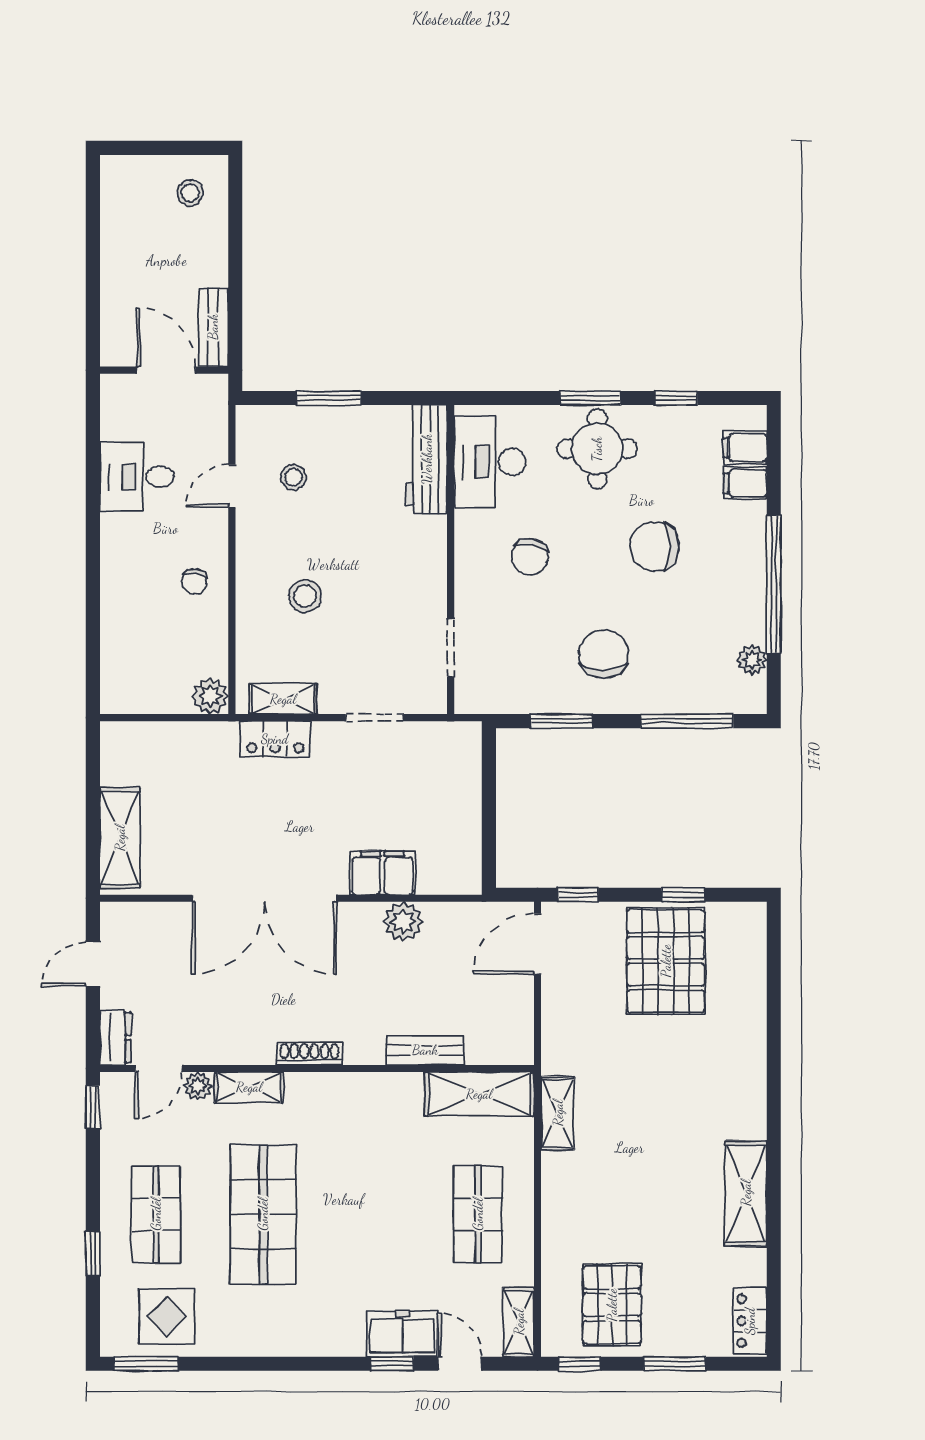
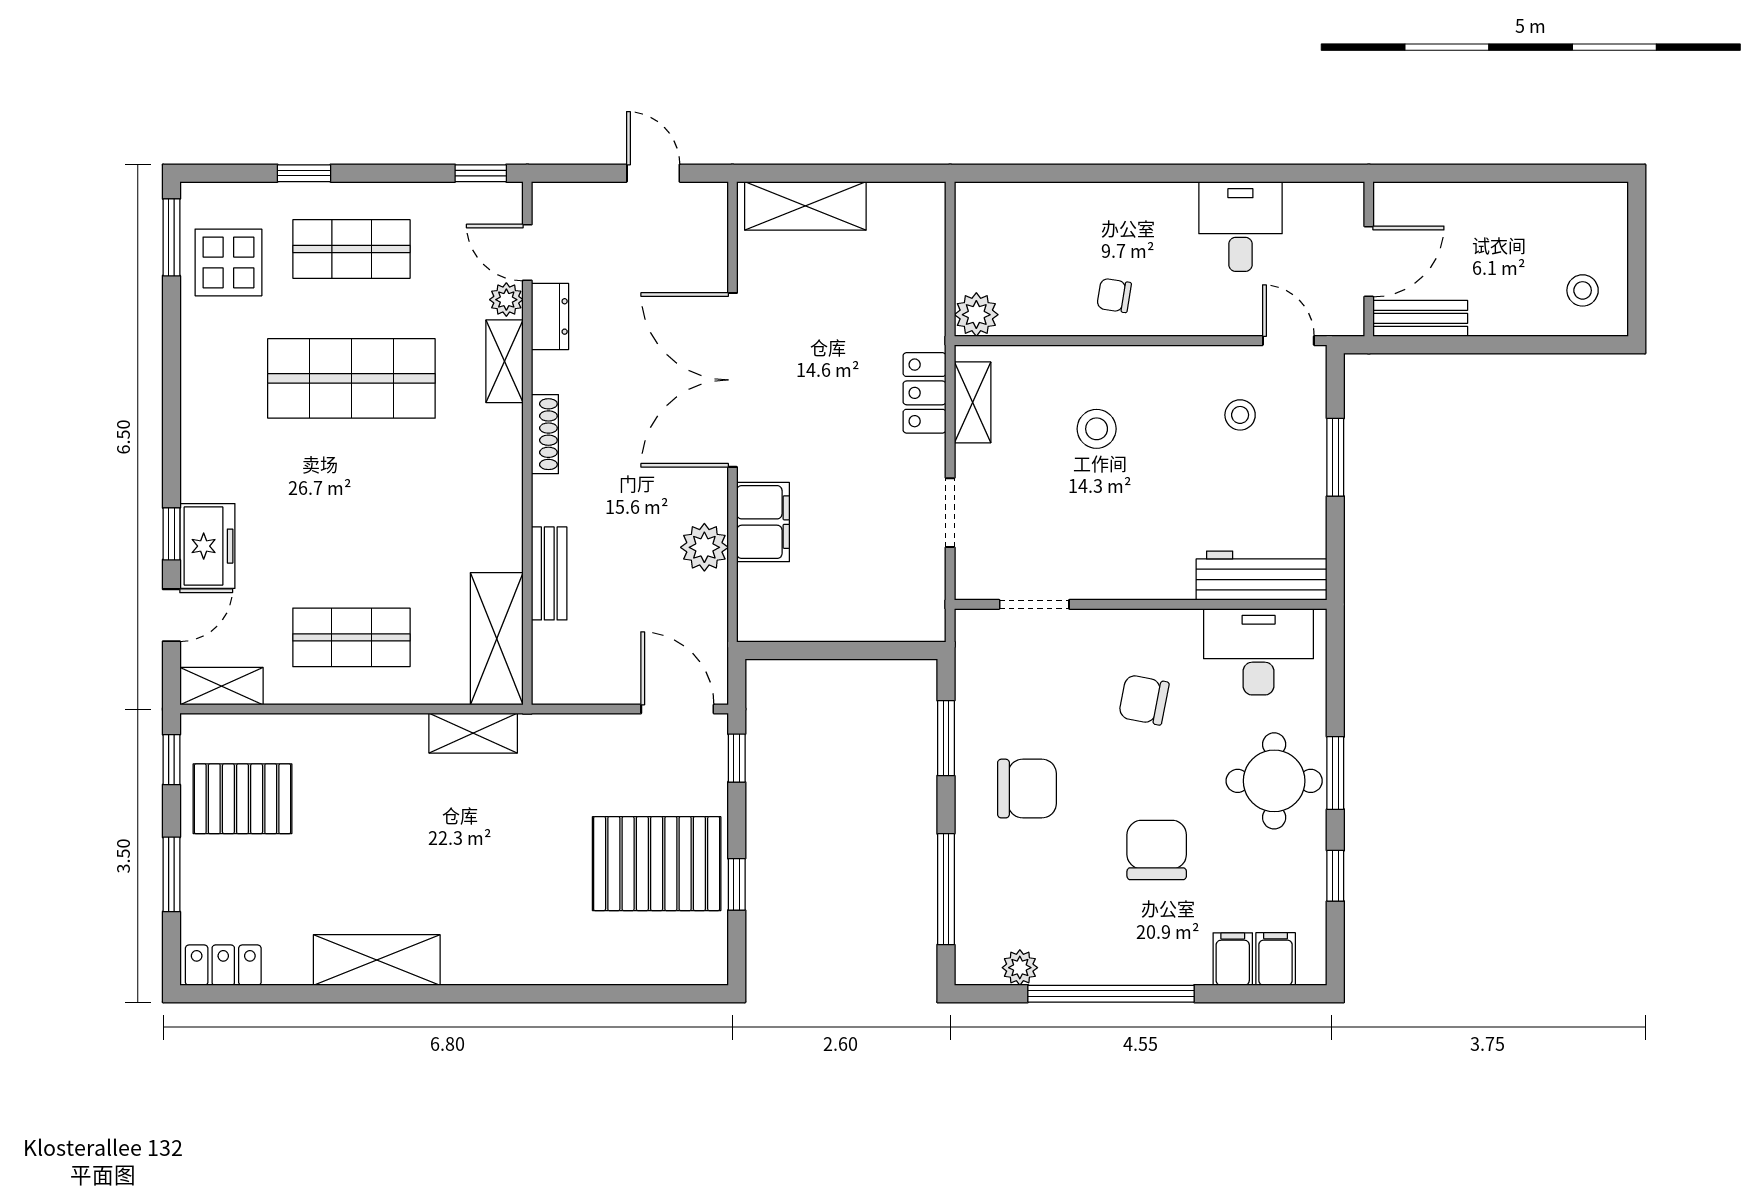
door: (232, 486) -> (1288, 341), moved
dresser: (115, 1038) -> (550, 316), moved, turned -90

